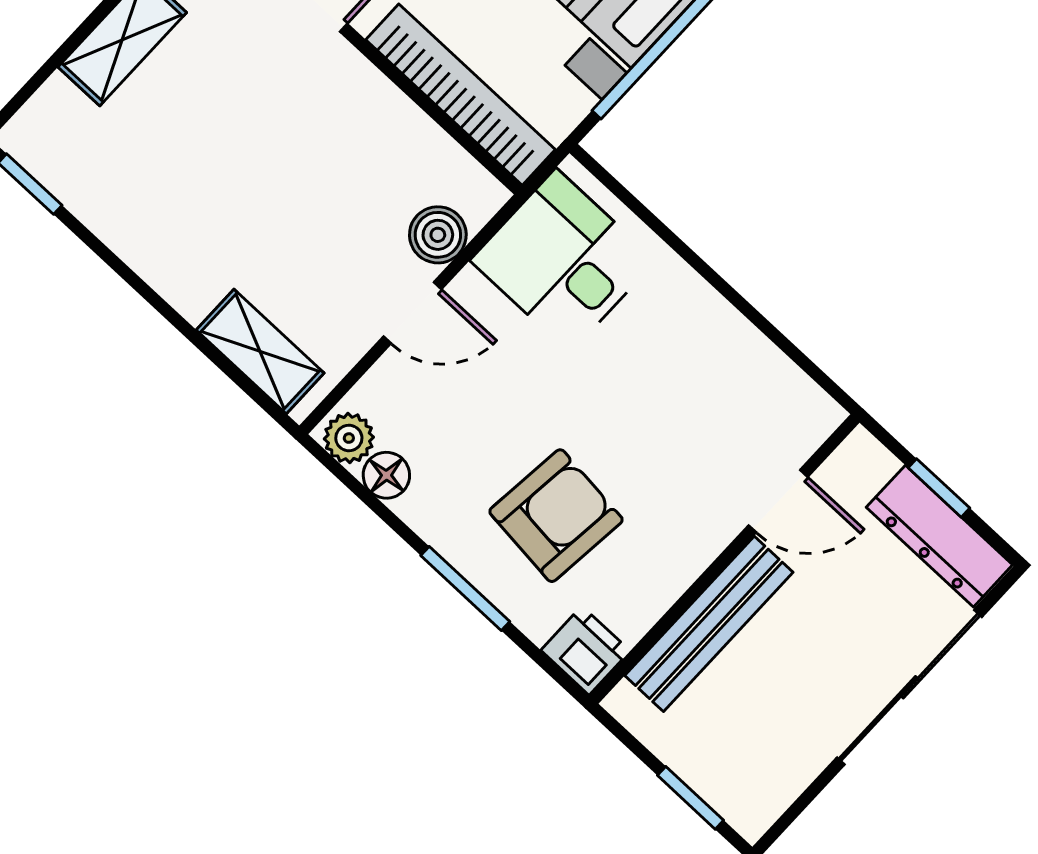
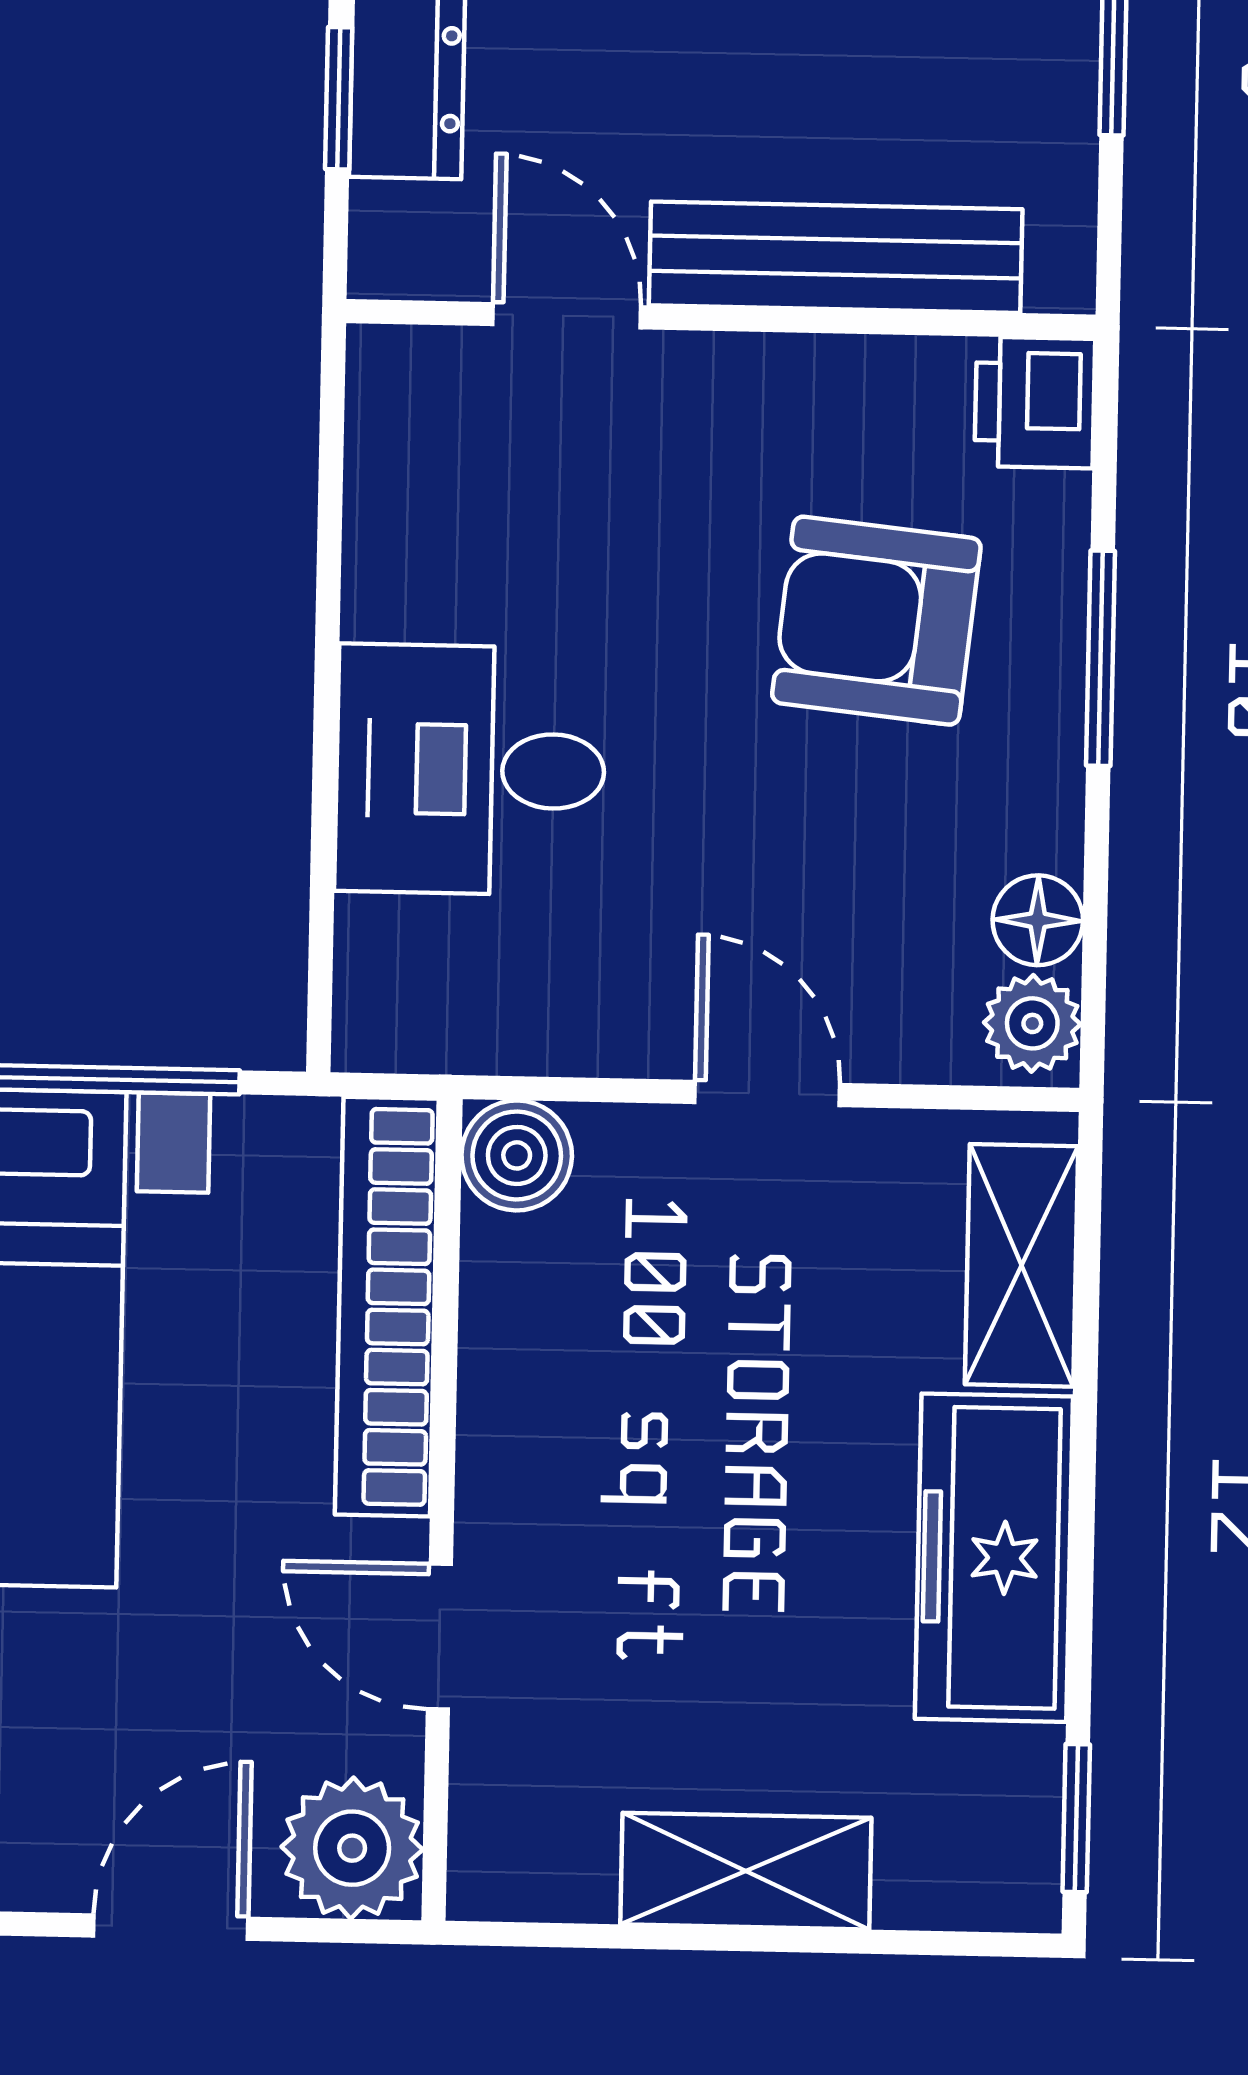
boiler: (438, 235) -> (517, 1155), moved
freezer: (158, 241) -> (994, 1558), added
desk: (563, 261) -> (470, 770), moved, turned 90

